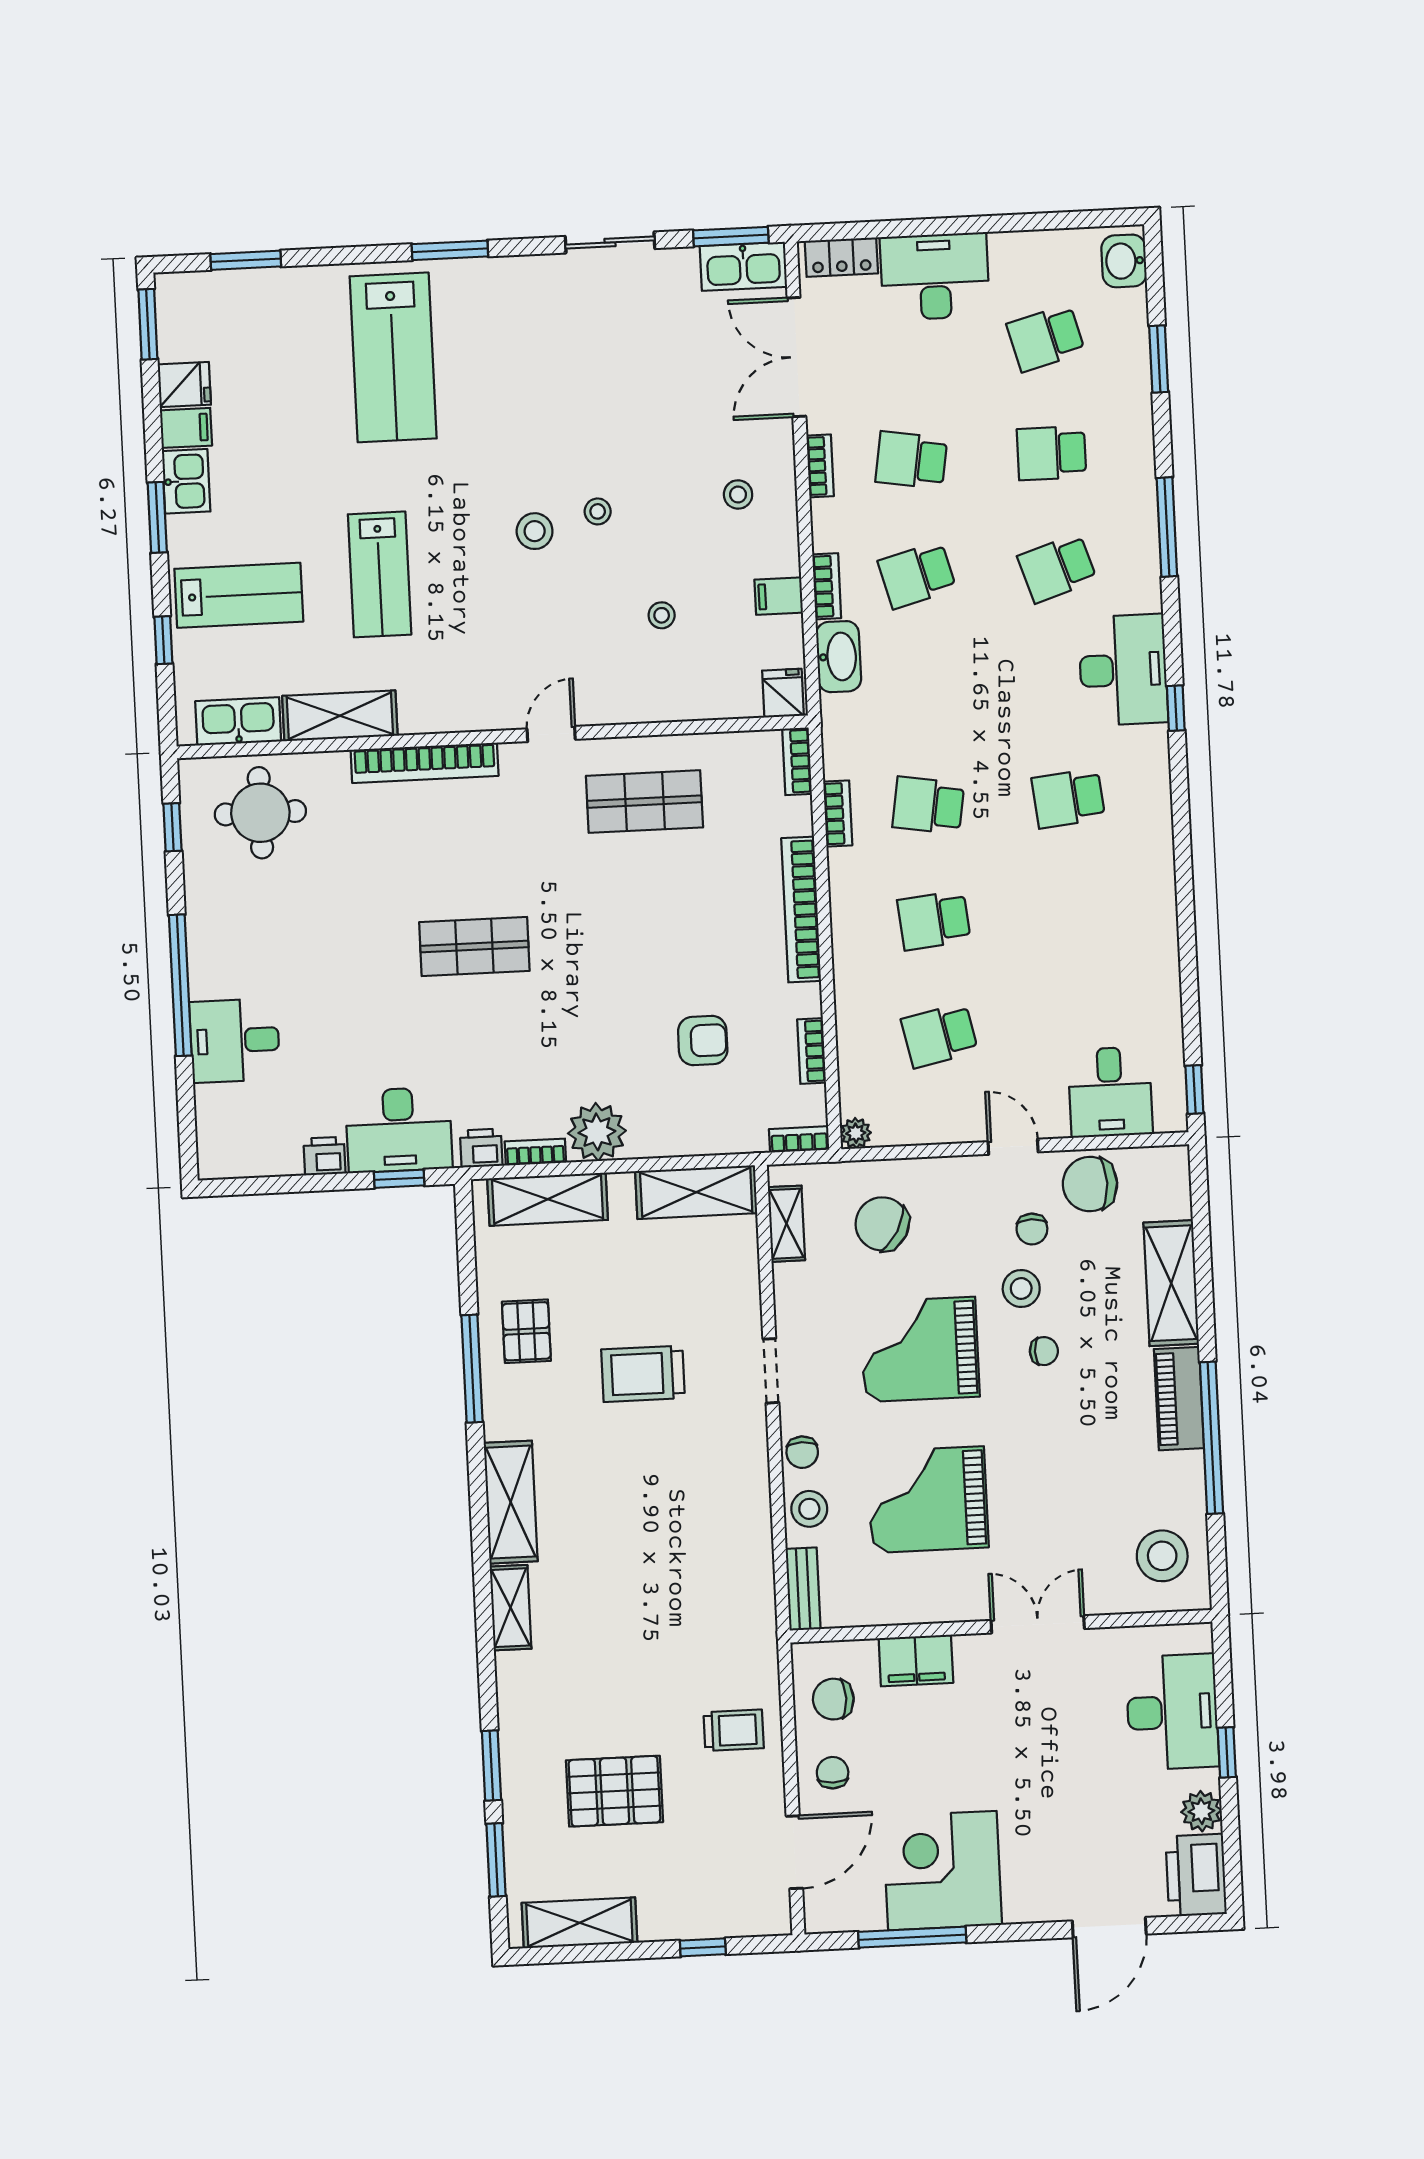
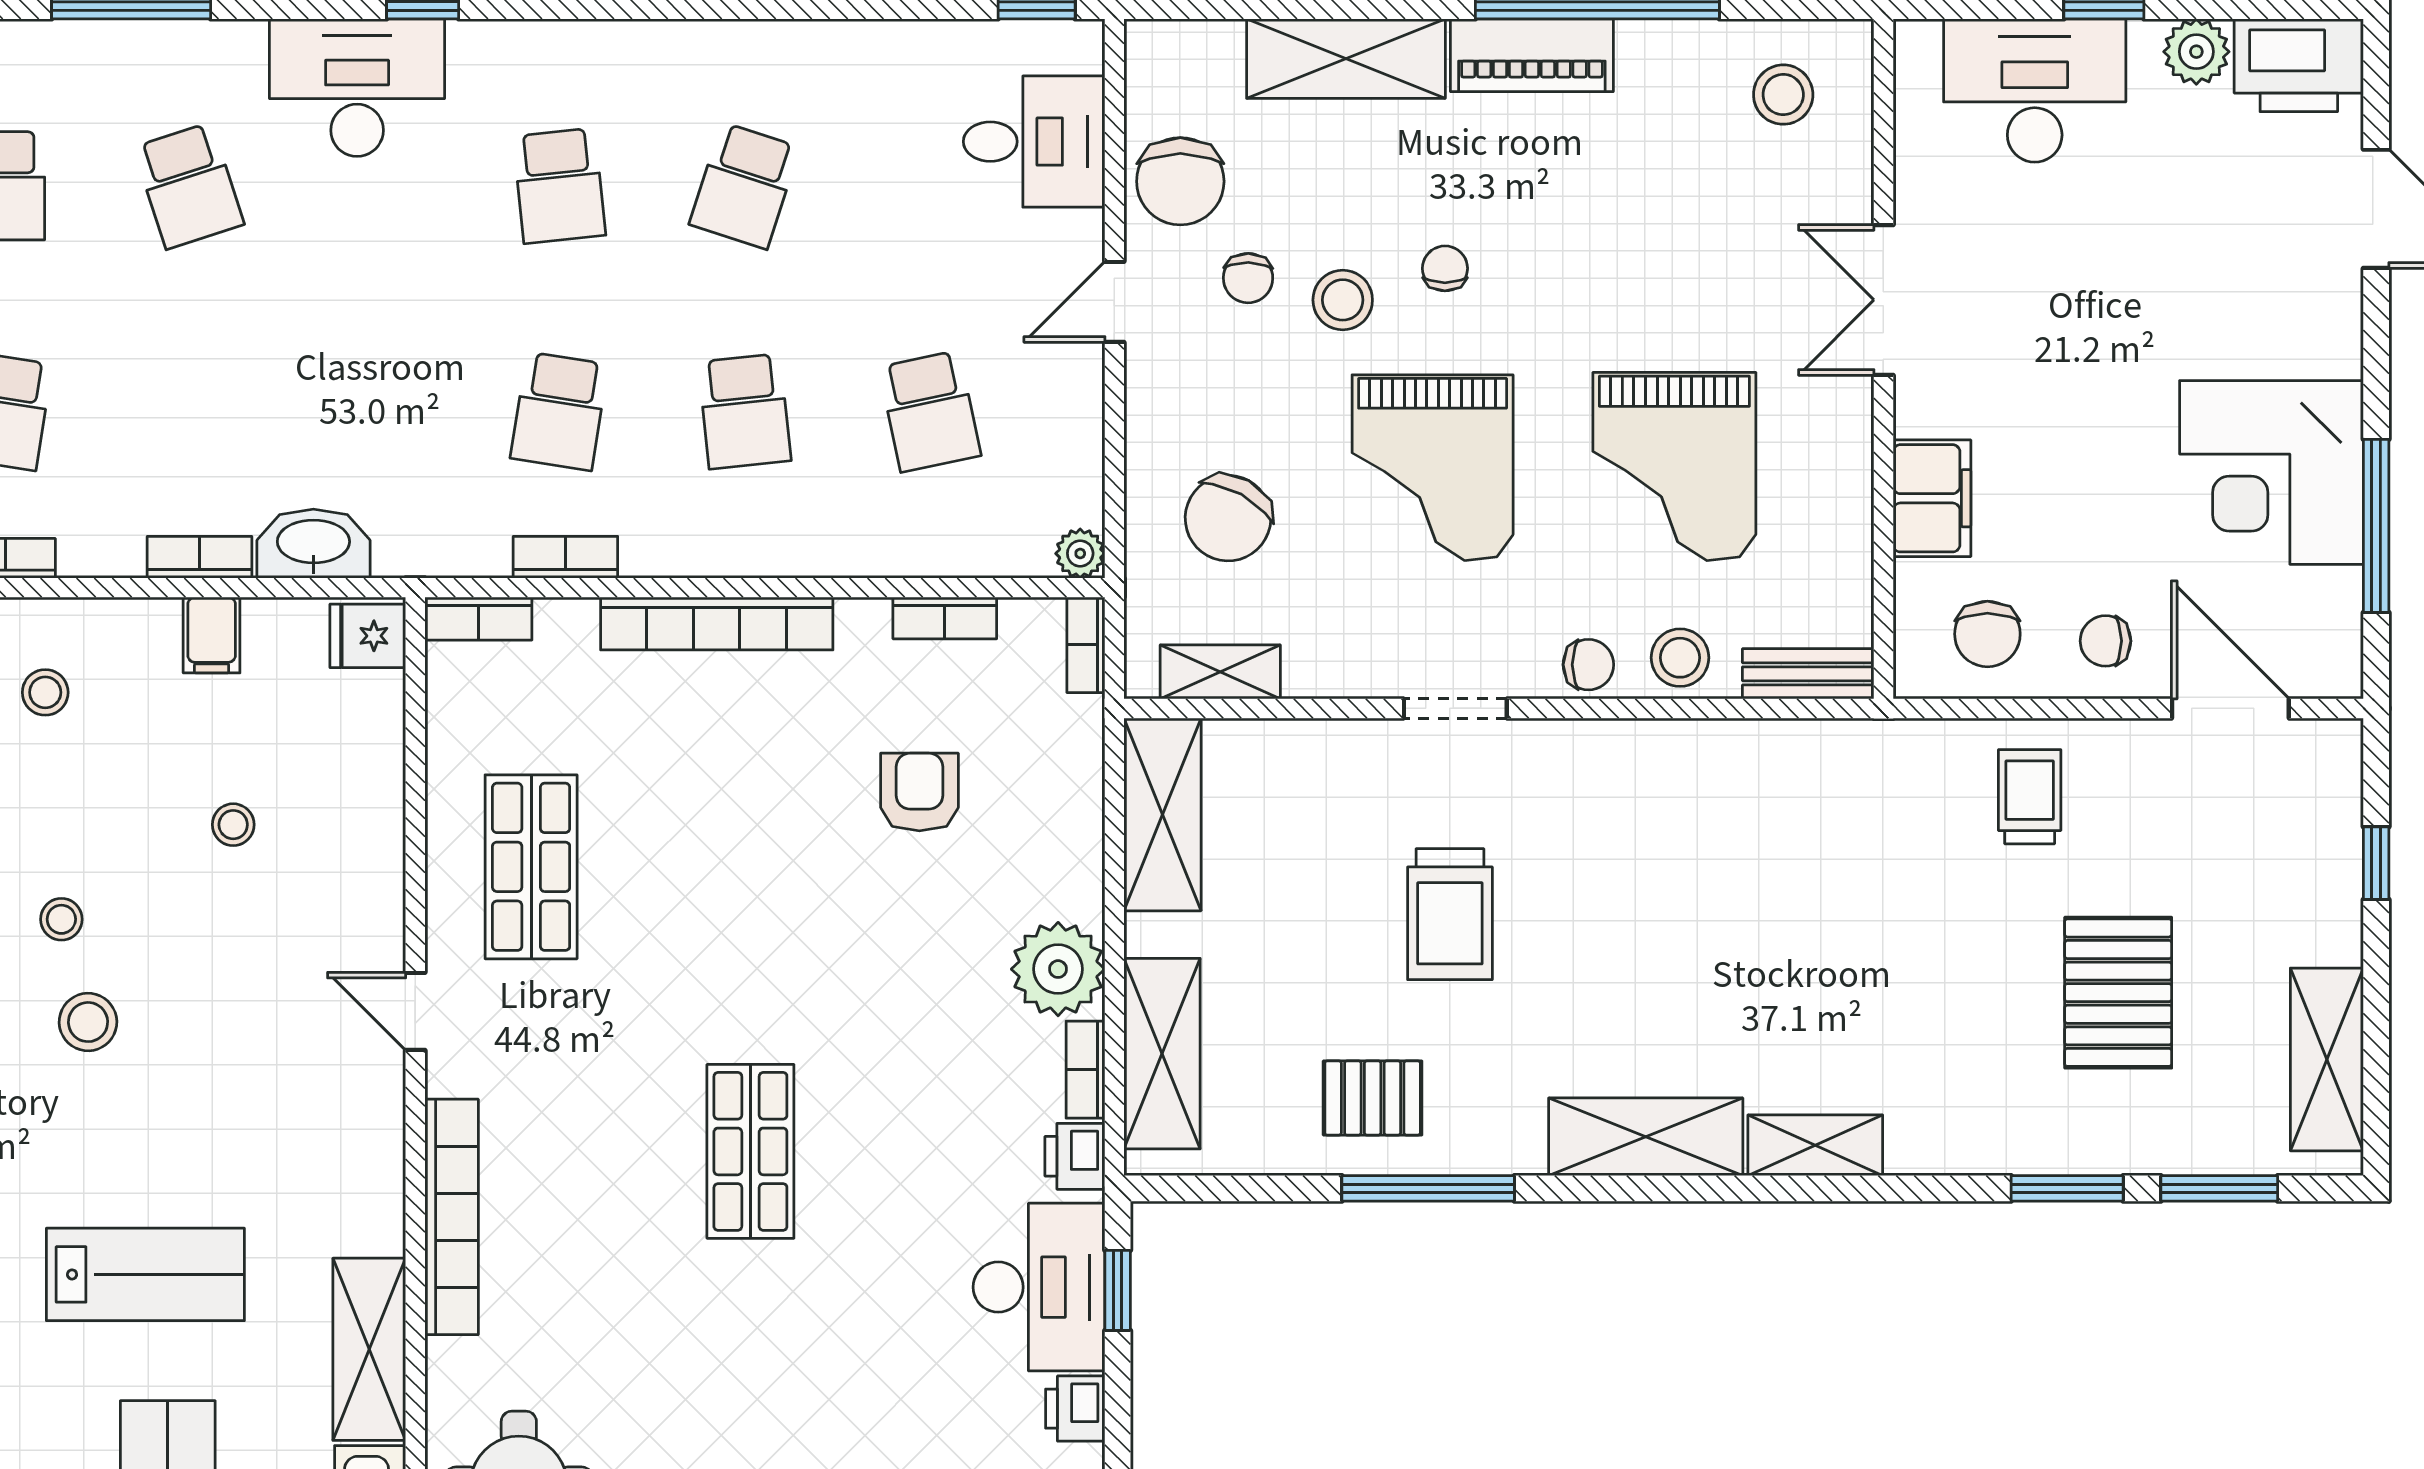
school desk: (917, 575) -> (745, 186), moved, turned 33
chair: (1032, 1229) -> (1248, 278), turned 91
stool: (1162, 1556) -> (1783, 95), width x0.73, depth x0.73

